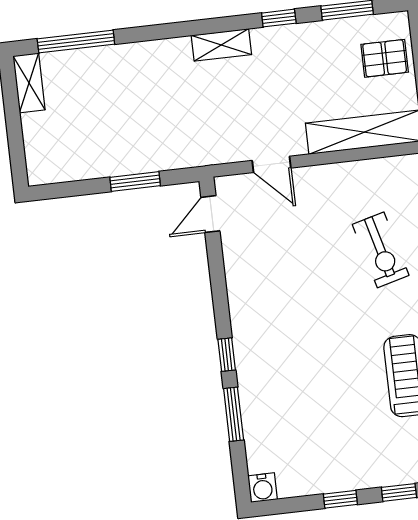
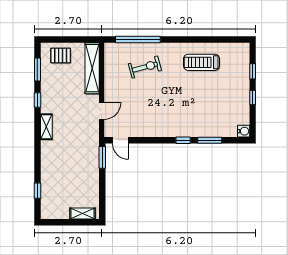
window: (76, 42) -> (37, 191), width x0.46
pallet: (385, 58) -> (61, 56), turned 90
shelving: (29, 83) -> (83, 213), moved
window: (135, 181) -> (102, 157), moved

